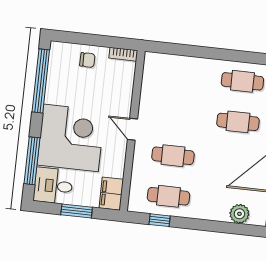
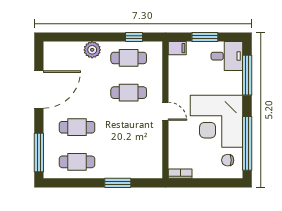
window: (197, 52) -> (118, 183), added
chair: (87, 60) -> (228, 160), moved
corner desk: (71, 138) -> (217, 121), moved
filing cabinet: (111, 194) -> (177, 48), width x0.50
plant: (239, 214) -> (92, 50), moved

